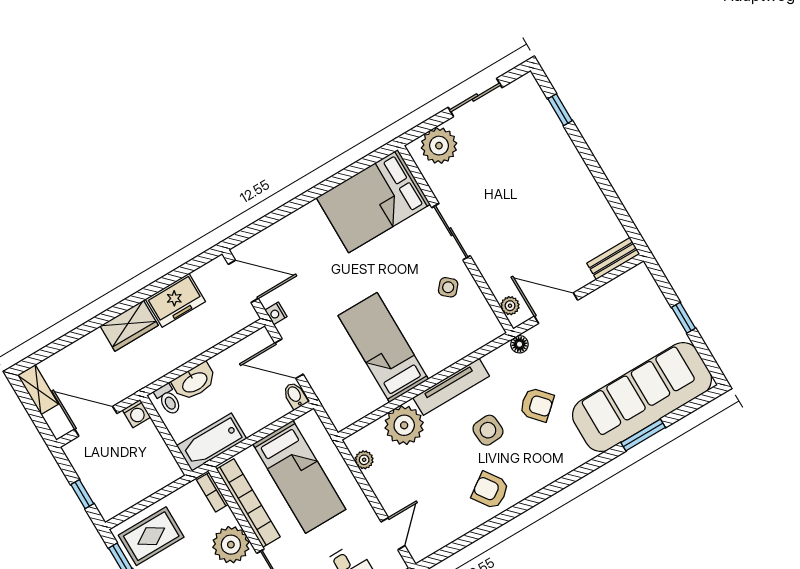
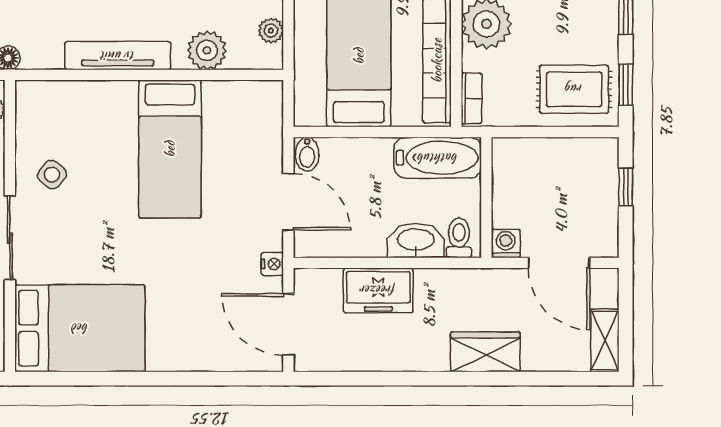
freezer: (175, 300) -> (378, 290), moved, turned 180
wardrobe: (129, 326) -> (485, 352), moved
plant: (404, 425) -> (207, 50), width x0.73, depth x0.73

